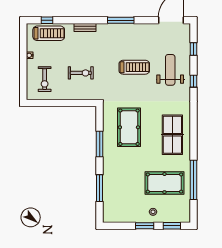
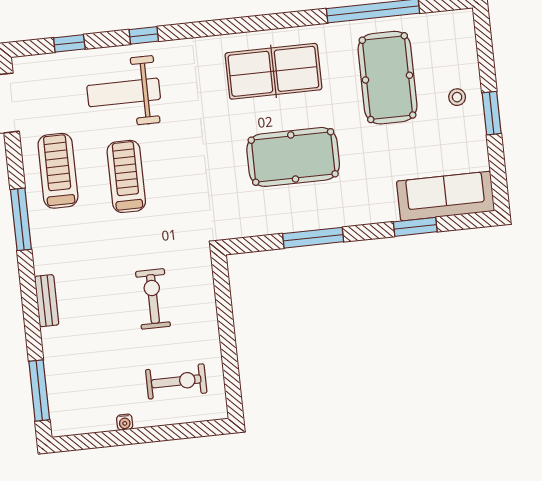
window: (47, 20) -> (39, 390), width x2.17
treadmill: (49, 33) -> (58, 171), moved
pool table: (129, 127) -> (293, 157), moved
window: (100, 188) -> (415, 227), width x0.69
sofa: (111, 202) -> (446, 196), added
window: (172, 226) -> (485, 50), removed

